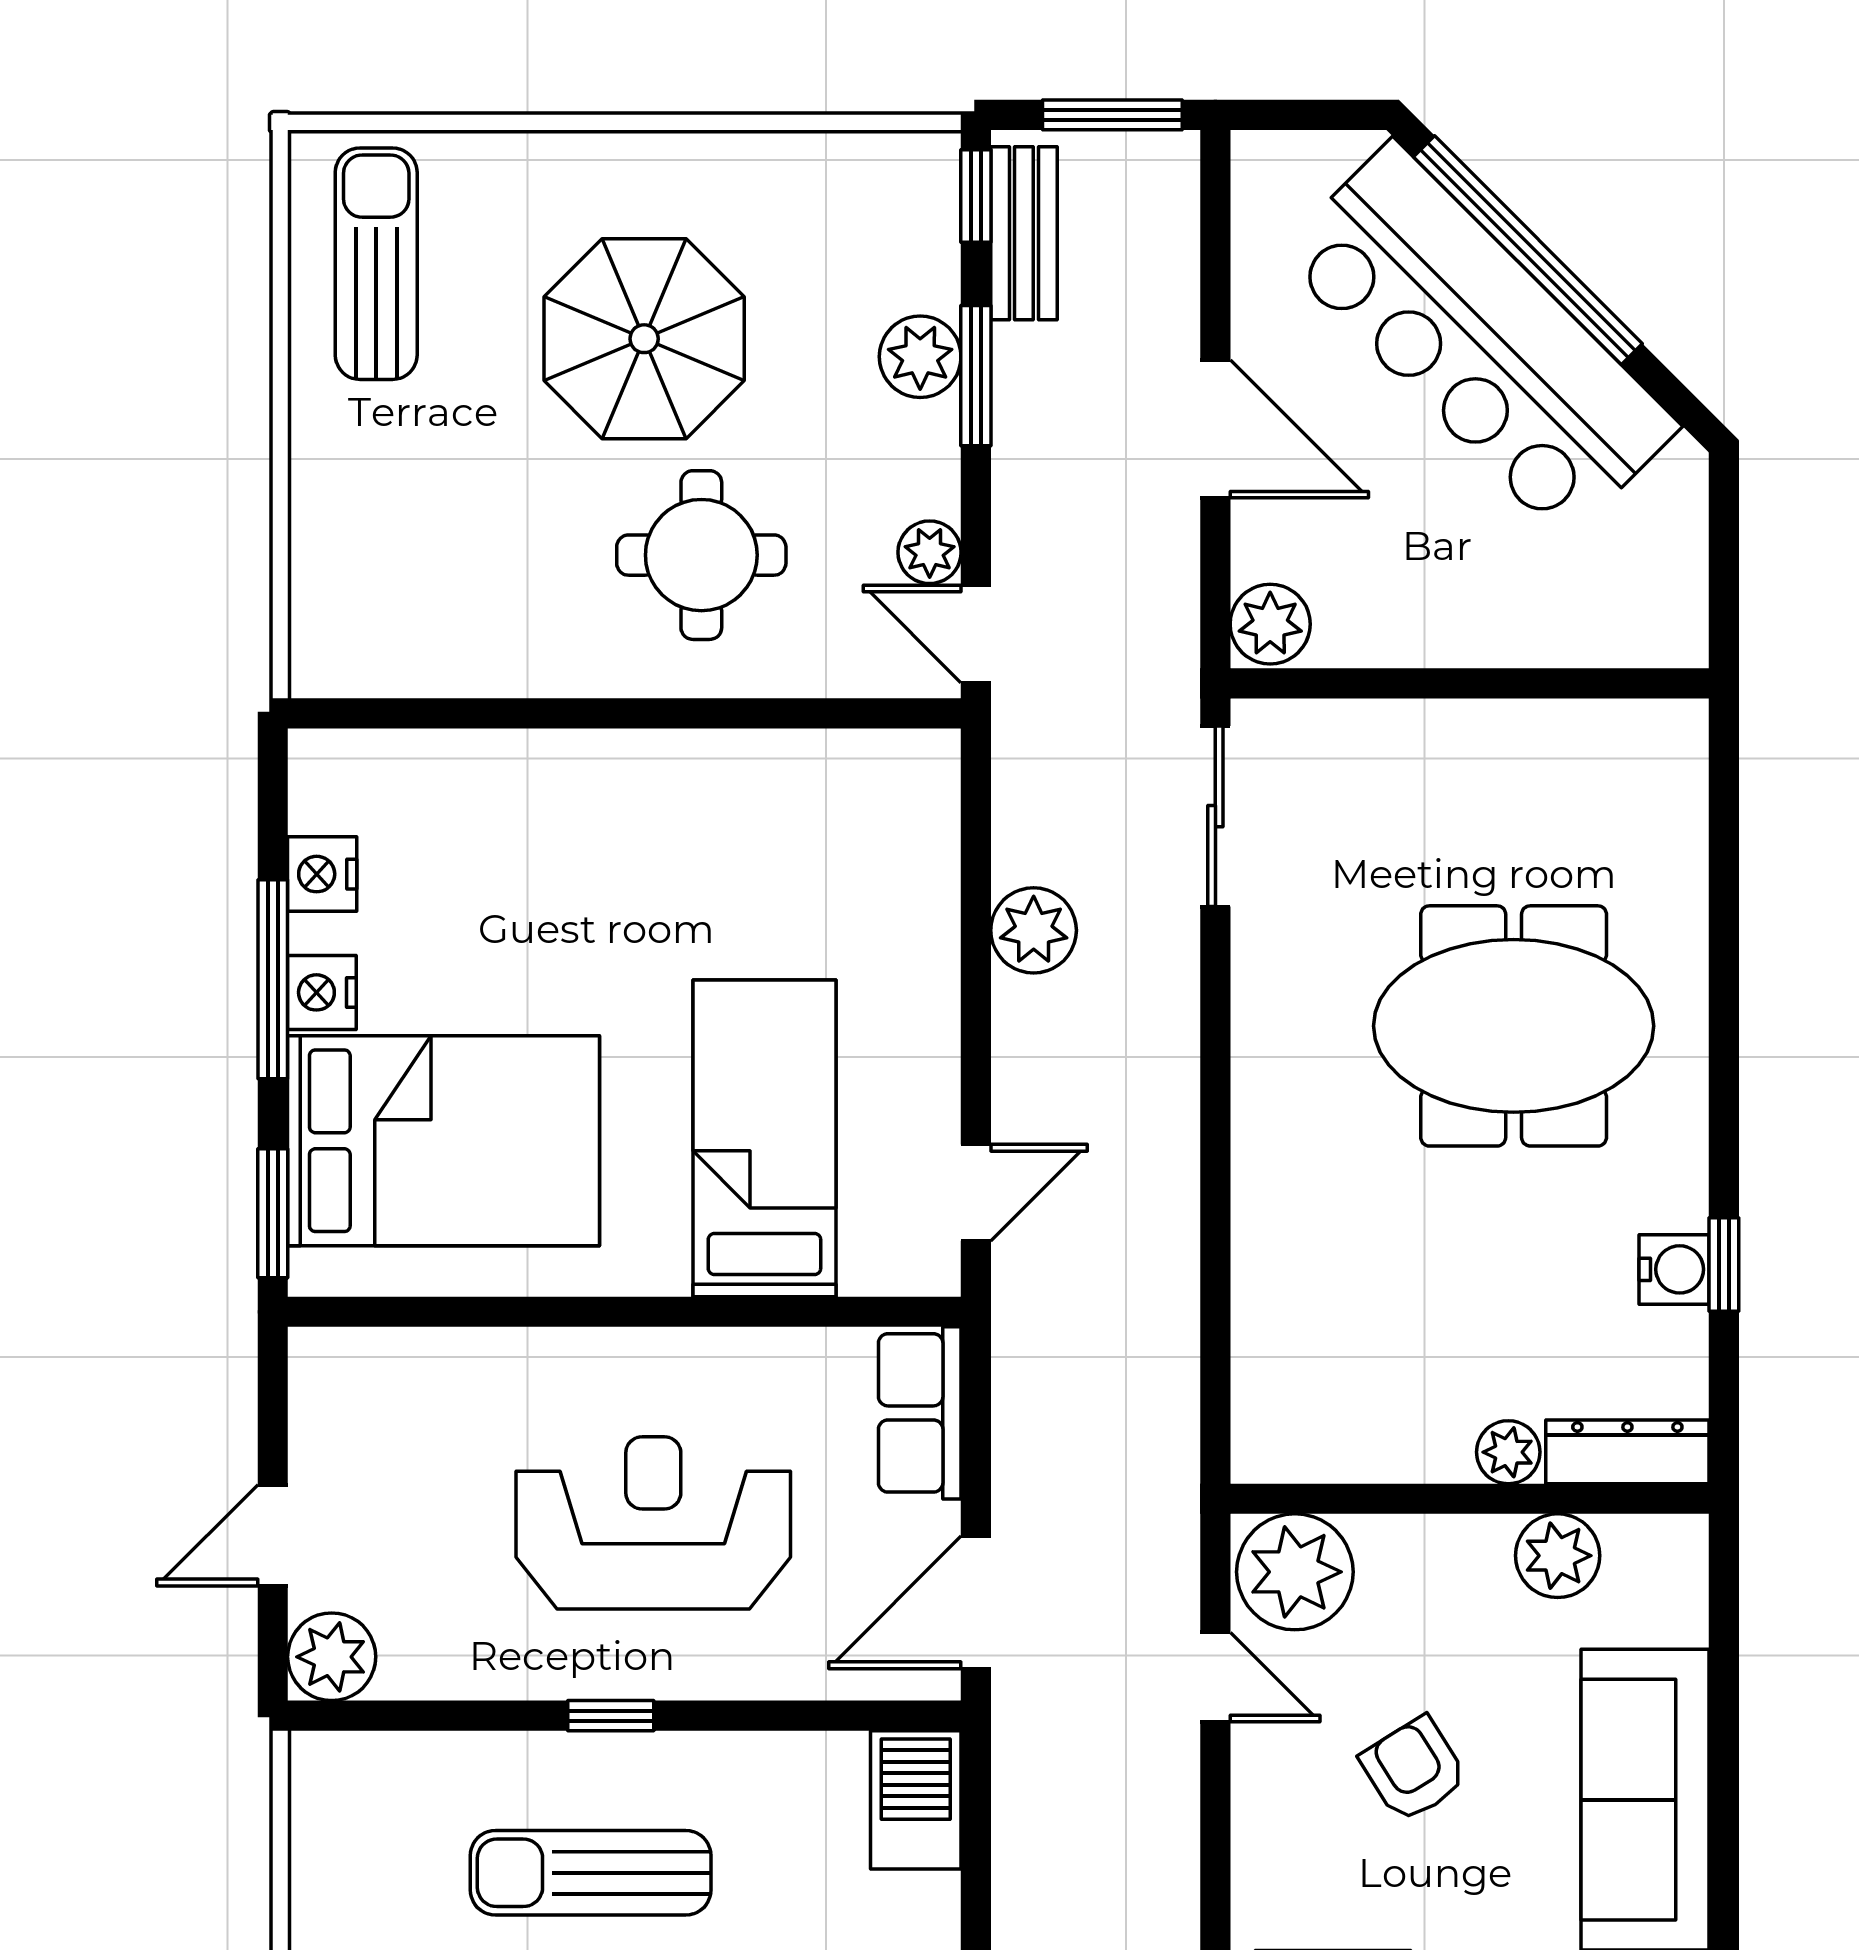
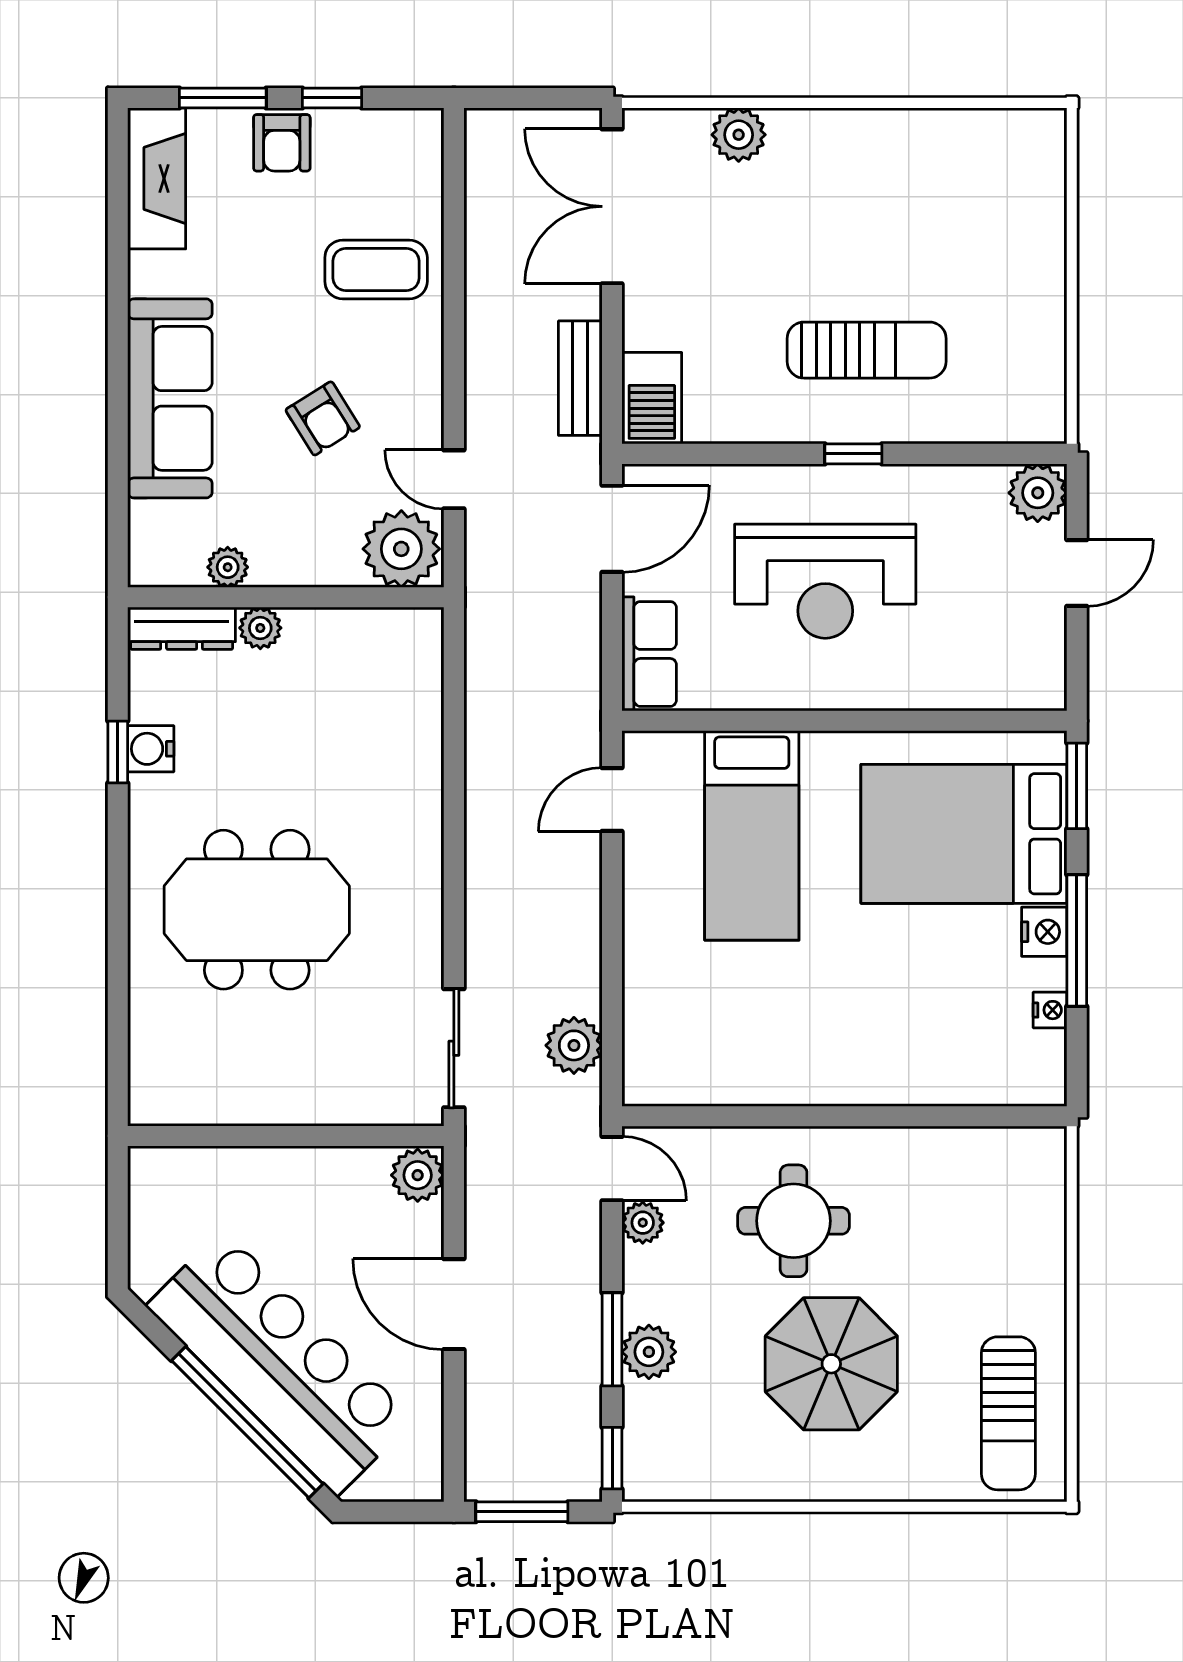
bench: (1024, 233) -> (580, 378), moved
nightstand: (322, 874) -> (1050, 1010), width x0.72, depth x0.74
plant: (1034, 930) -> (574, 1045), moved
plant: (1558, 1556) -> (228, 567), width x0.73, depth x0.73

